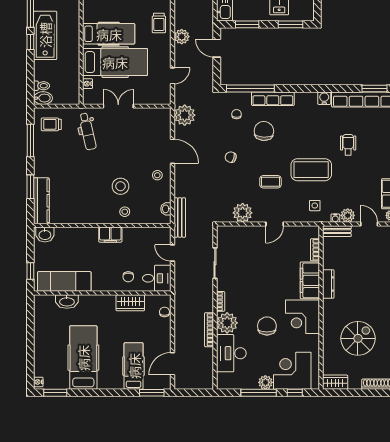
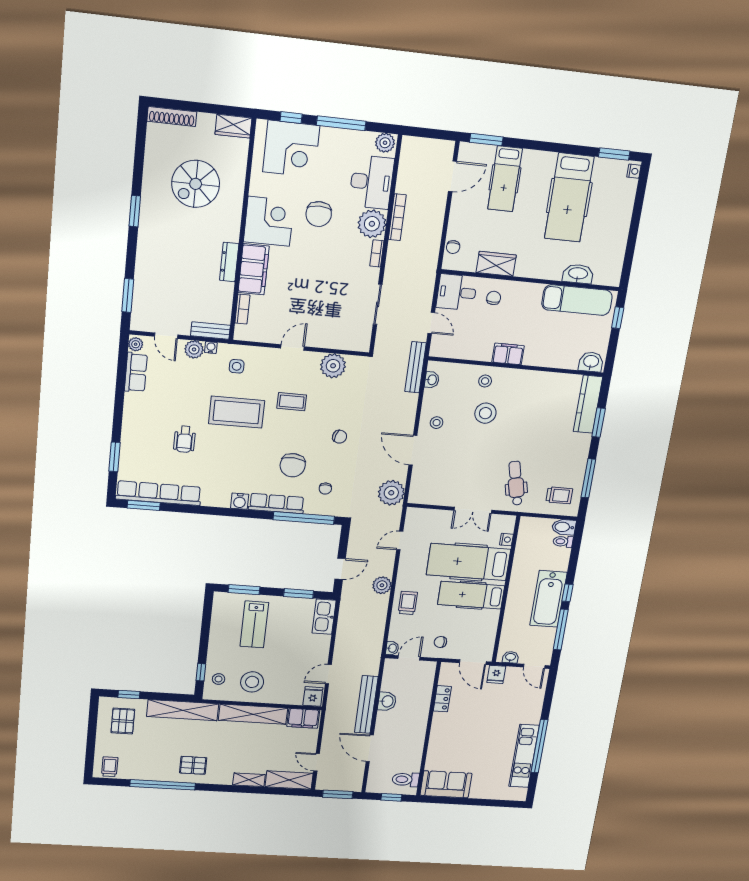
door: (217, 48) -> (340, 569), hinge flipped
water cooler: (324, 98) -> (240, 501), moved
plant: (265, 382) -> (385, 143), moved

